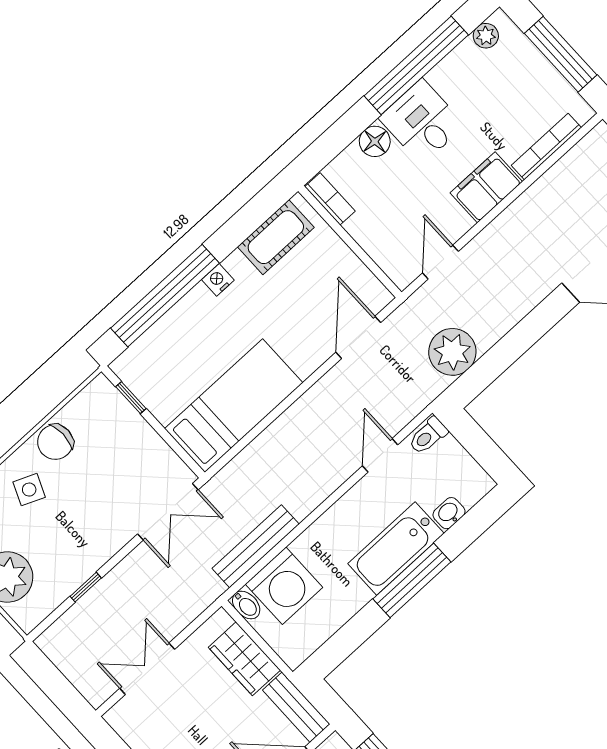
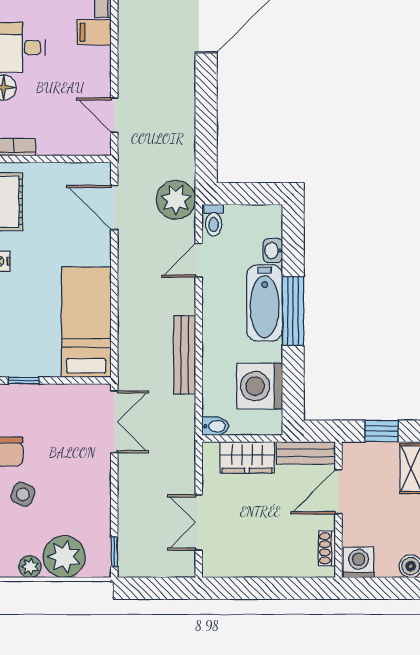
filing cabinet: (486, 187) -> (94, 32), width x0.50
plant: (452, 352) -> (176, 200), moved
door: (380, 455) -> (199, 260), hinge flipped
bench: (256, 546) -> (185, 355), moved
washing machine: (284, 586) -> (260, 386), moved, turned 180
window: (86, 587) -> (114, 552), moved

